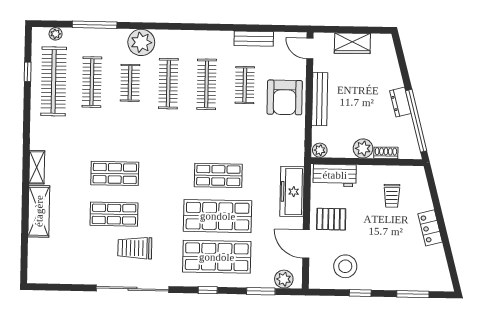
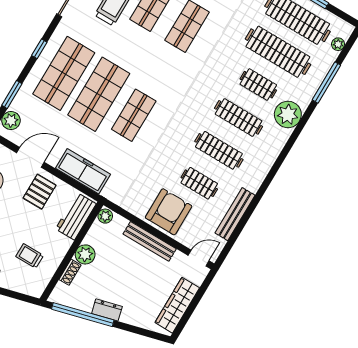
bench: (254, 39) -> (235, 214), width x1.36
wardrobe: (352, 43) -> (177, 305), width x1.50
clothes rail: (92, 82) -> (278, 52), width x1.37, depth x1.31
armchair: (285, 97) -> (169, 212), turned 90

